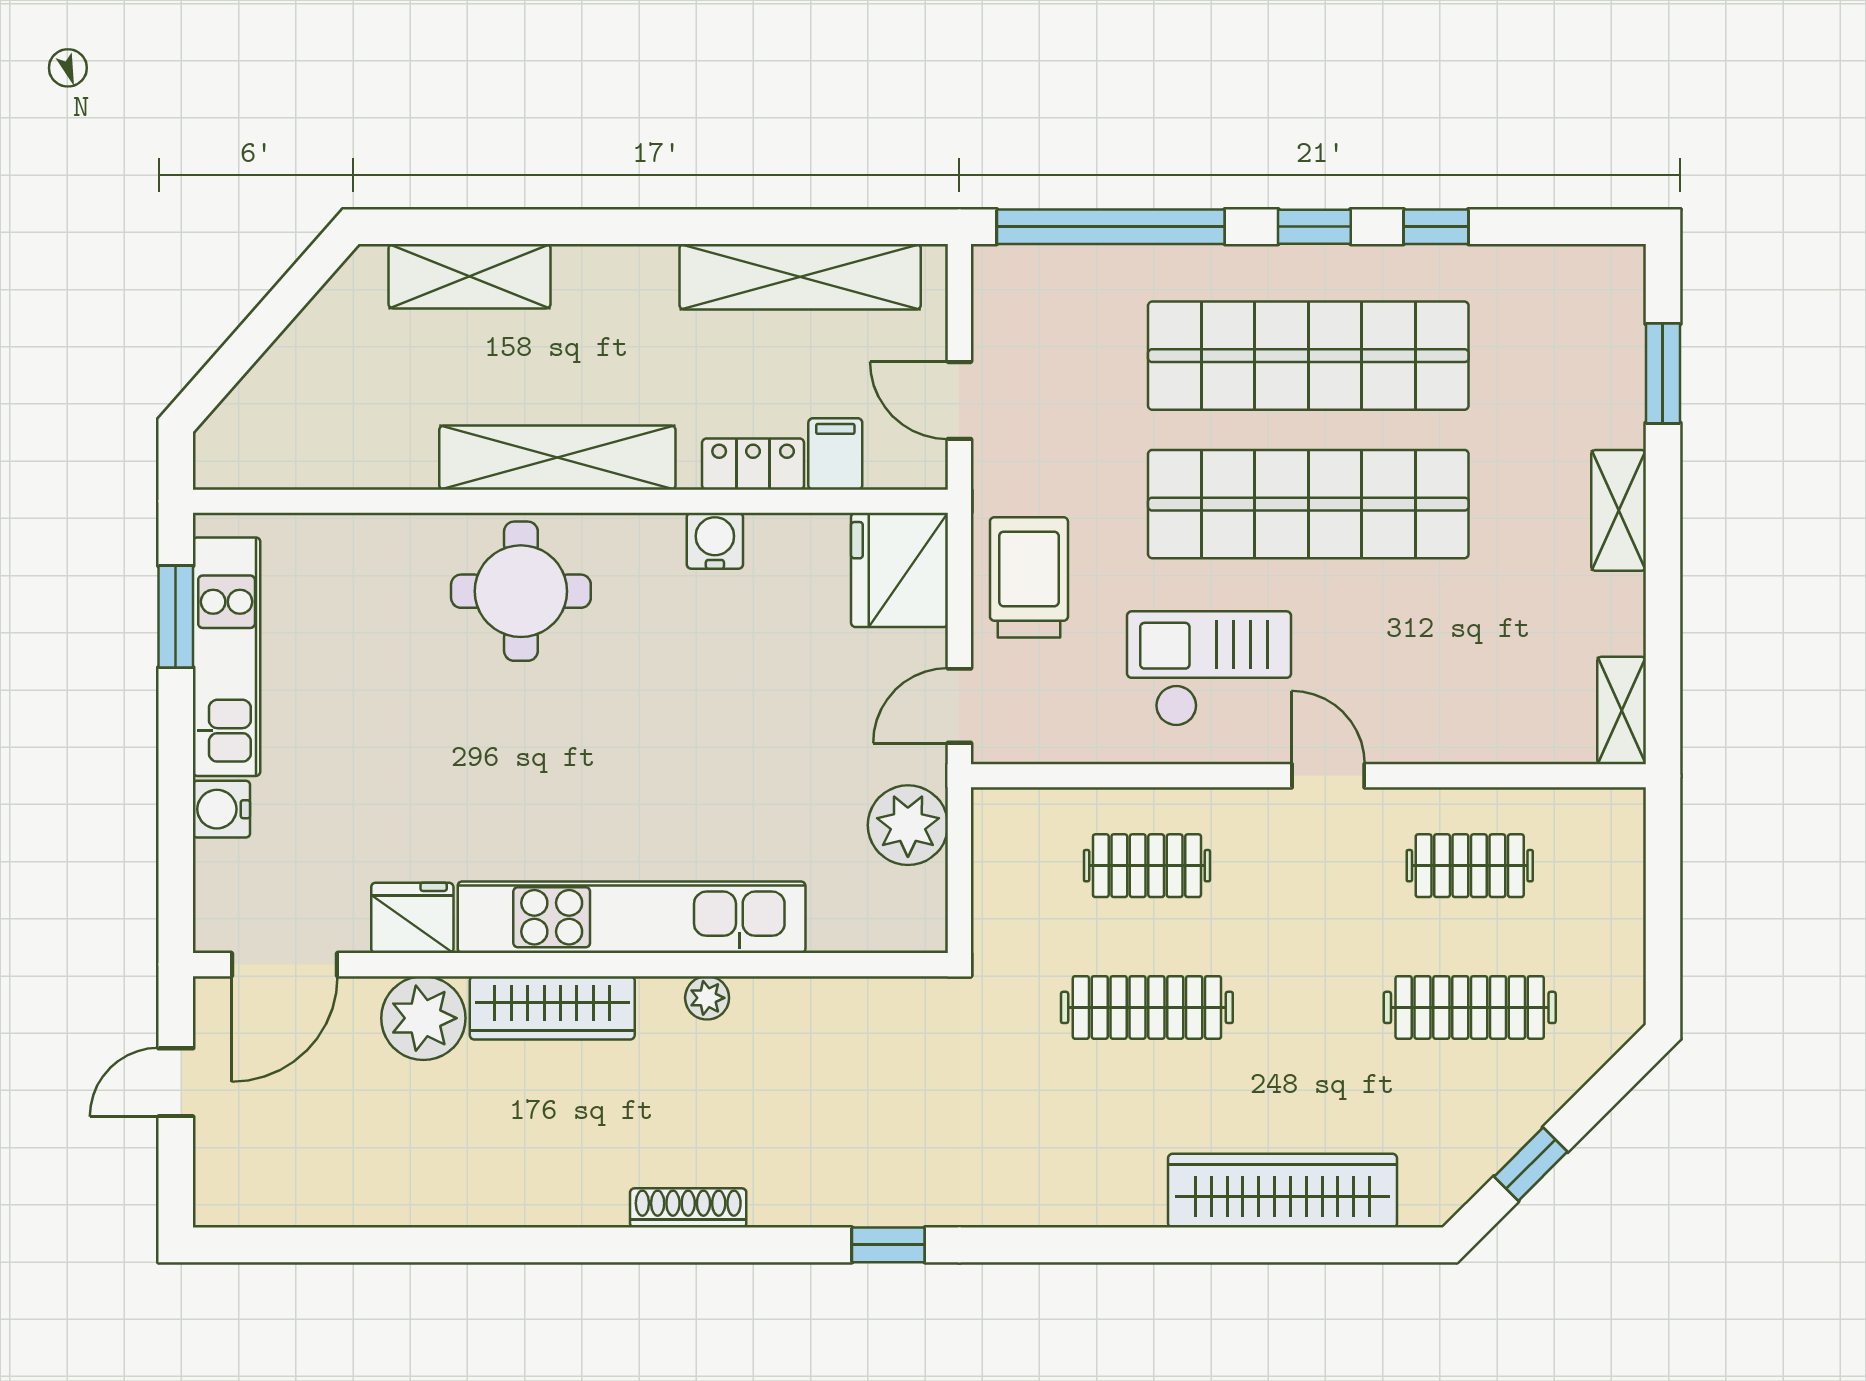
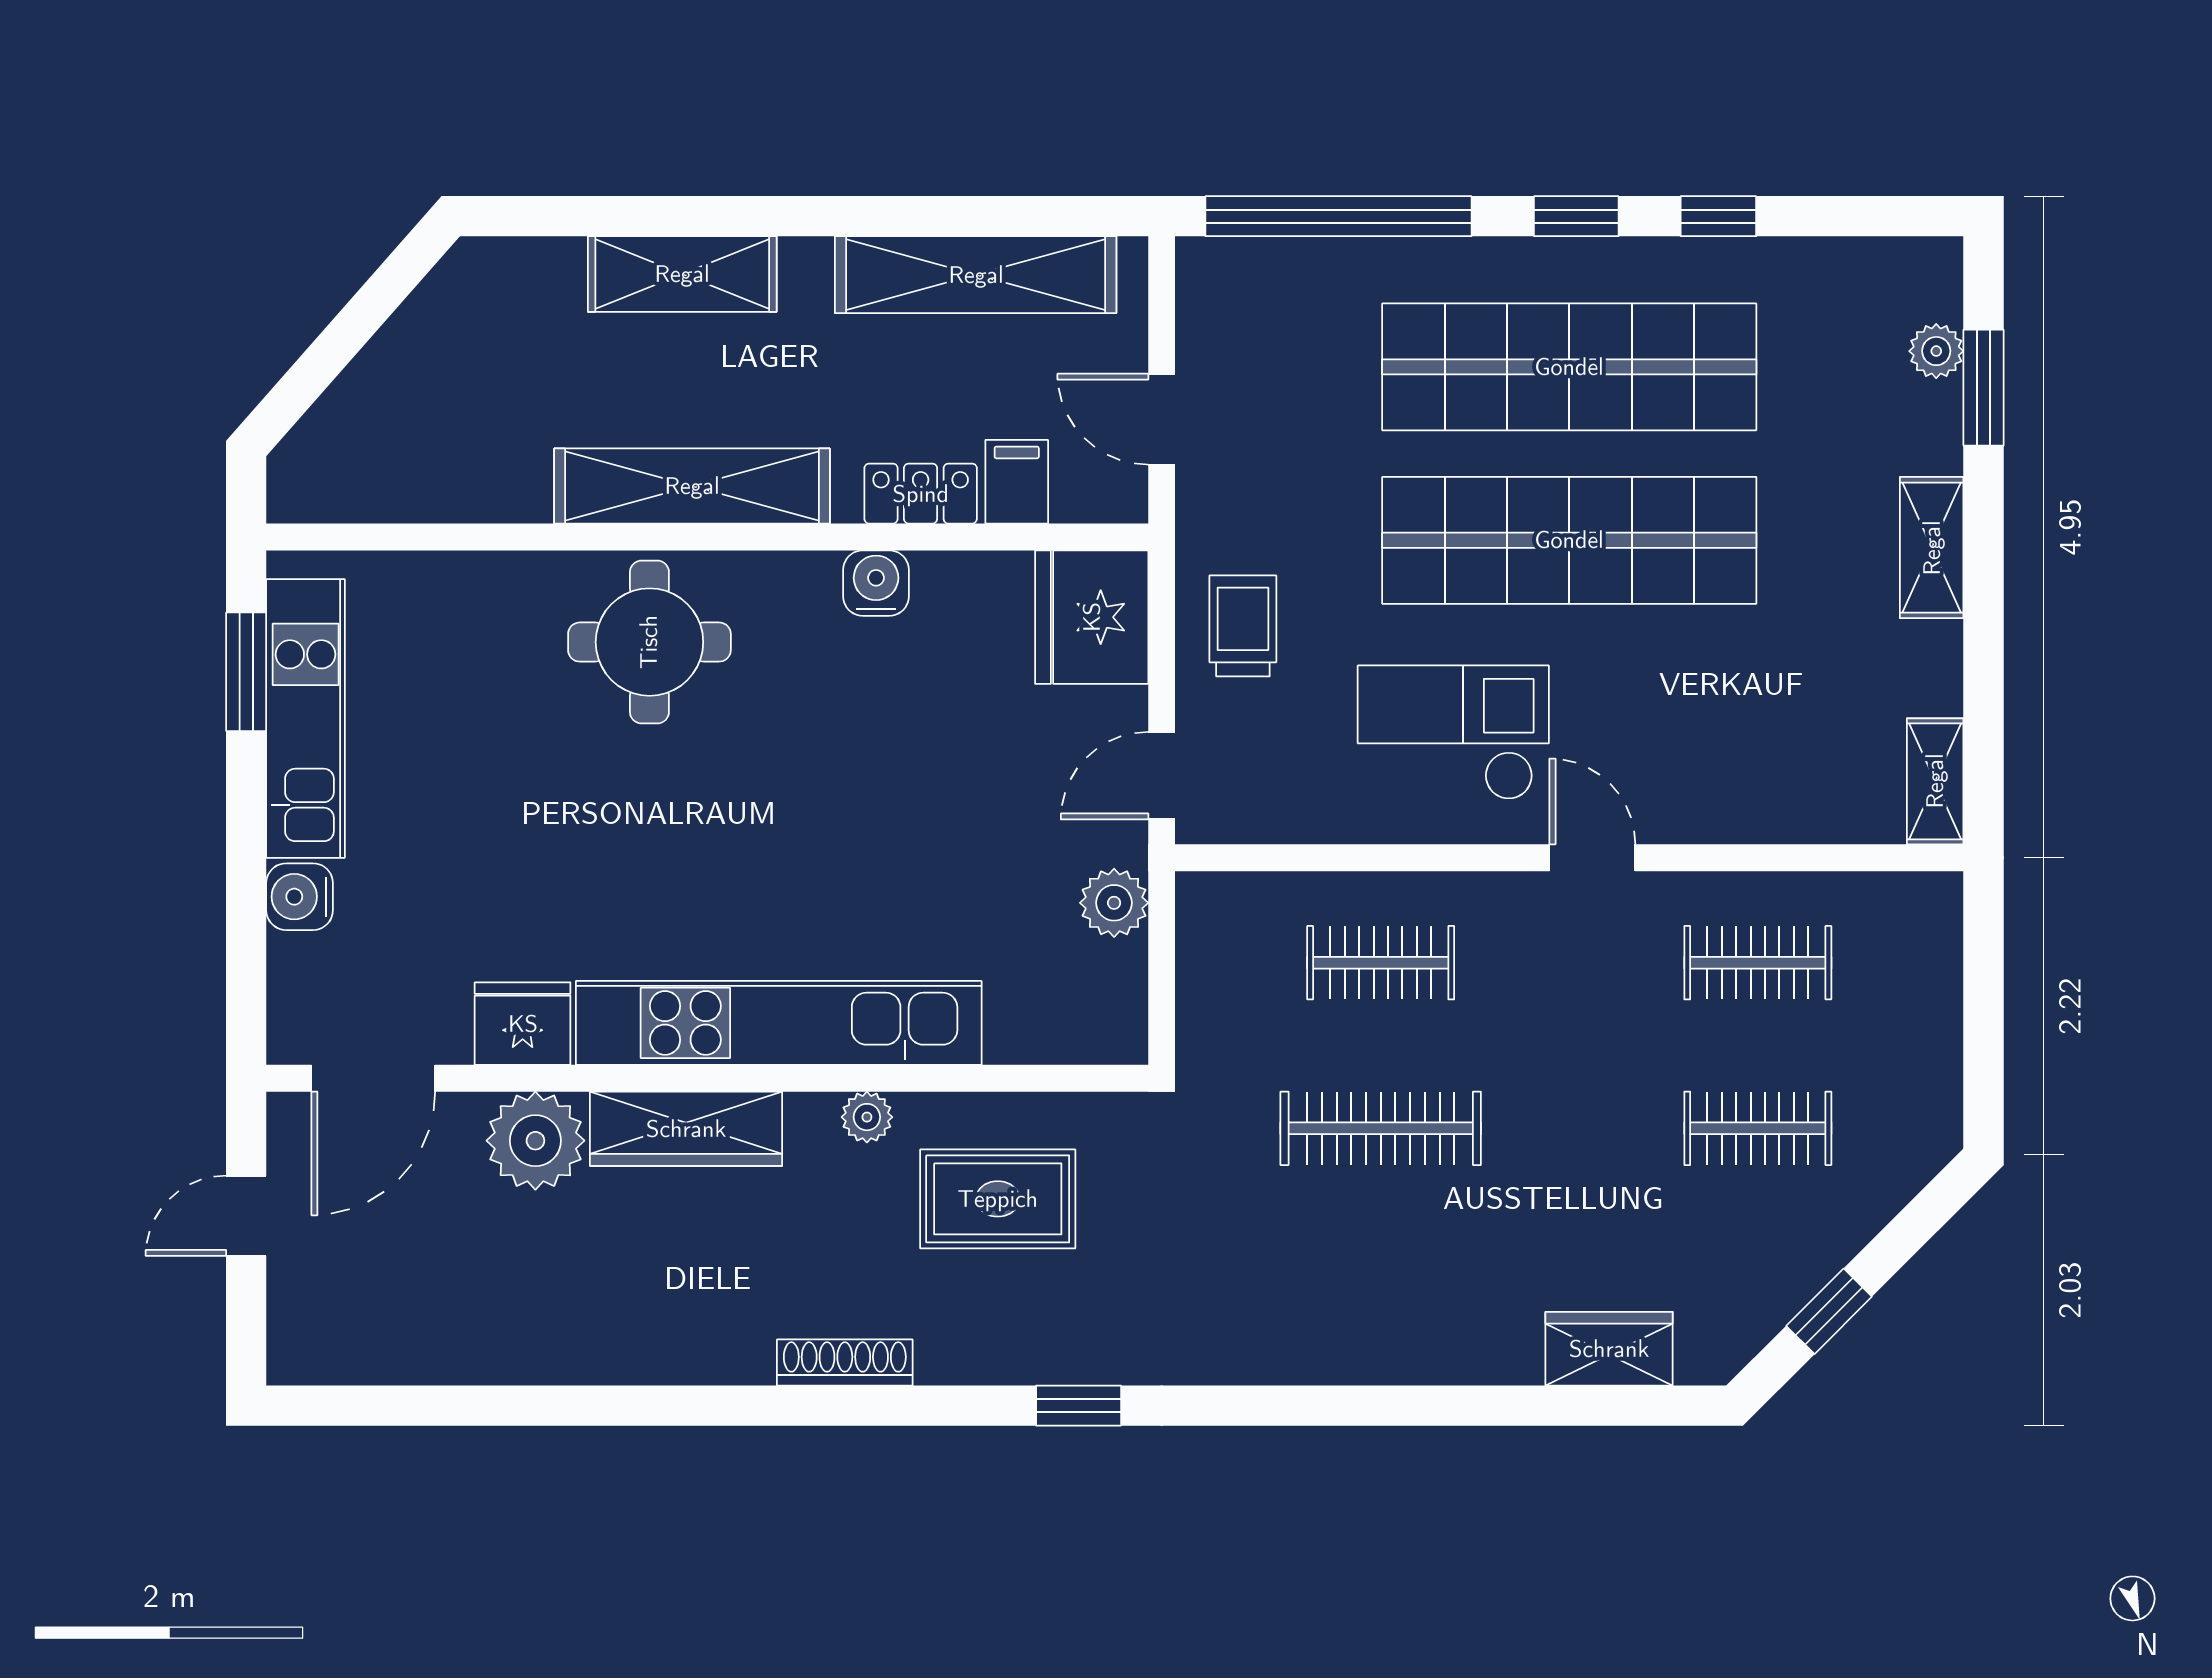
shelving: (470, 276) -> (682, 274), moved
plant: (1623, 342) -> (1936, 351), added
trolley: (1029, 577) -> (1243, 626), width x0.73, depth x0.72
plant: (908, 825) -> (1114, 903), width x0.73, depth x0.73
clothes rail: (1470, 1007) -> (1758, 1128), width x0.73
rug: (819, 1068) -> (998, 1199), added
wardrobe: (1283, 1191) -> (1609, 1349), width x0.48, depth x0.85

